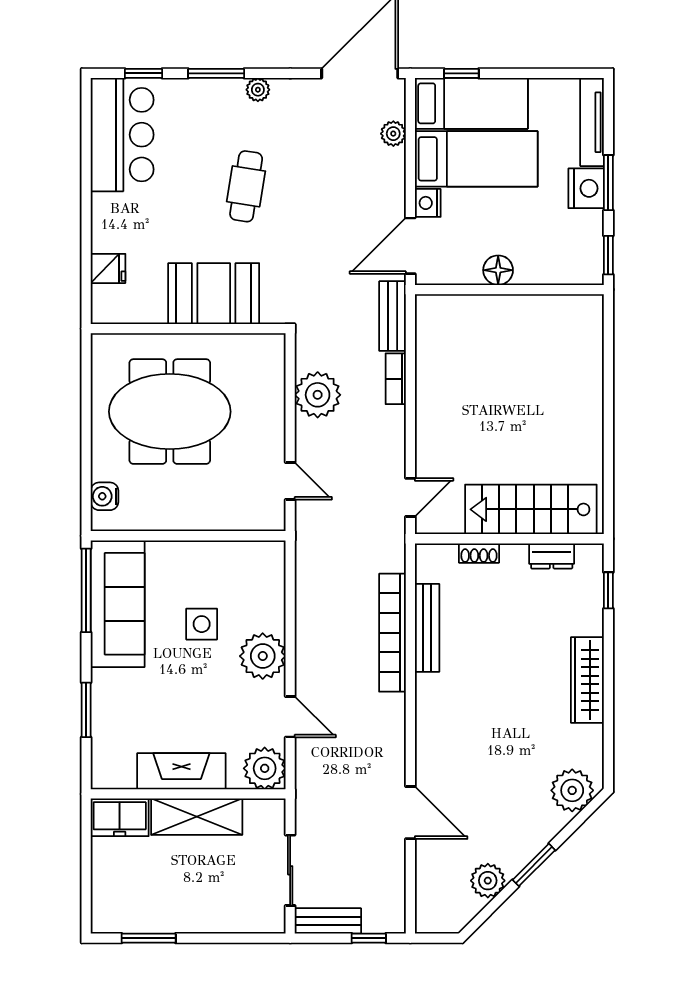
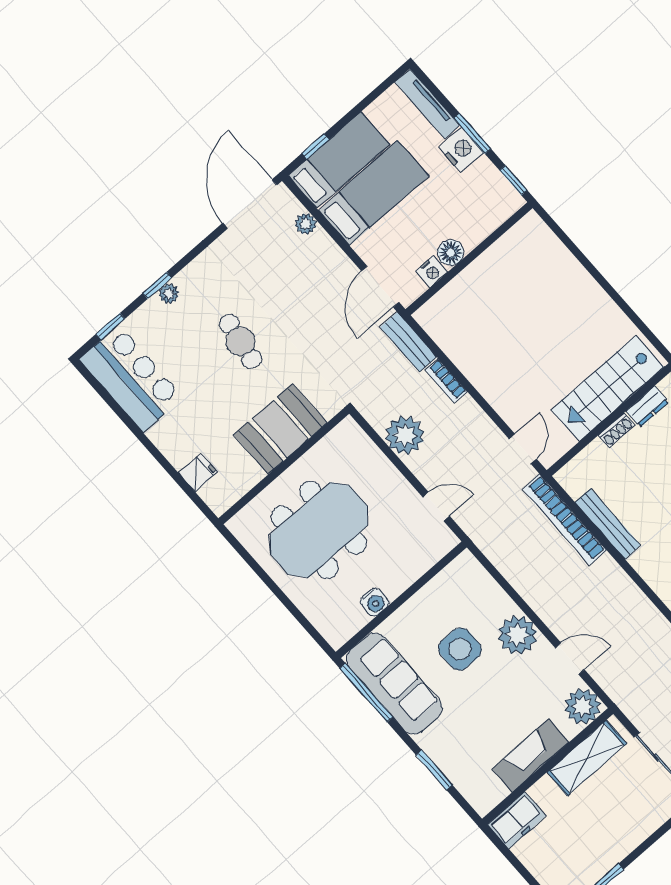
window: (216, 73) -> (157, 285), width x0.67
plant: (258, 90) -> (169, 294), moved
nightstand: (428, 203) -> (432, 272), moved, turned -90
water cooler: (104, 496) -> (374, 602), moved, turned -90
shoe rack: (479, 553) -> (617, 430), moved
side table: (202, 624) -> (460, 649), width x1.37, depth x1.37
bookcase: (392, 633) -> (564, 520), moved
shelving: (197, 817) -> (587, 758), moved

